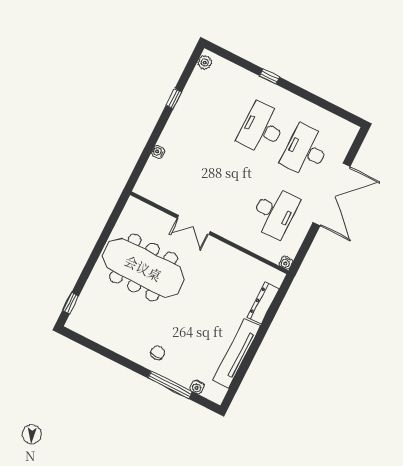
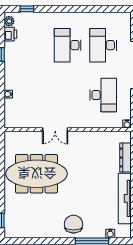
window: (269, 76) -> (27, 9), moved
printer: (198, 79) -> (10, 34), added
chair: (158, 353) -> (74, 224), width x1.87, depth x1.87

